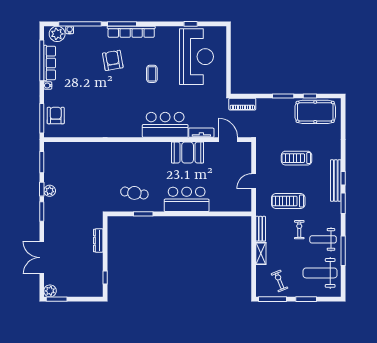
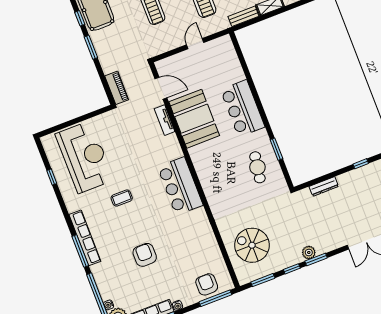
reception desk: (197, 57) -> (85, 157), turned 90
armchair: (113, 60) -> (145, 255), moved, turned 100
armchair: (56, 116) -> (207, 284), turned 90
bar counter: (165, 125) -> (180, 186), moved
door: (228, 140) -> (161, 88), swing flipped
booth: (188, 153) -> (194, 119), width x1.36, depth x1.42
spiral stairs: (73, 164) -> (252, 245), added
door: (254, 181) -> (195, 44), swing flipped
plant: (50, 191) -> (309, 252), moved

